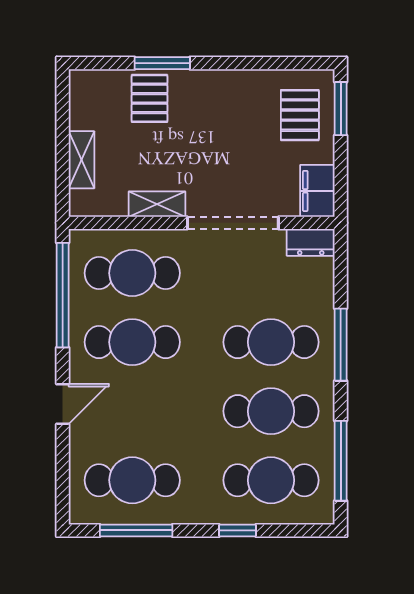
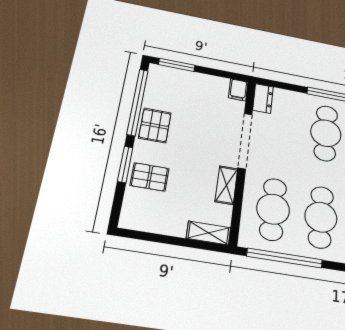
window: (264, 63) -> (138, 102), added
pallet: (300, 115) -> (155, 125), moved, turned 90
shelving: (81, 160) -> (209, 233), moved
filing cabinet: (317, 191) -> (238, 90), width x0.50

